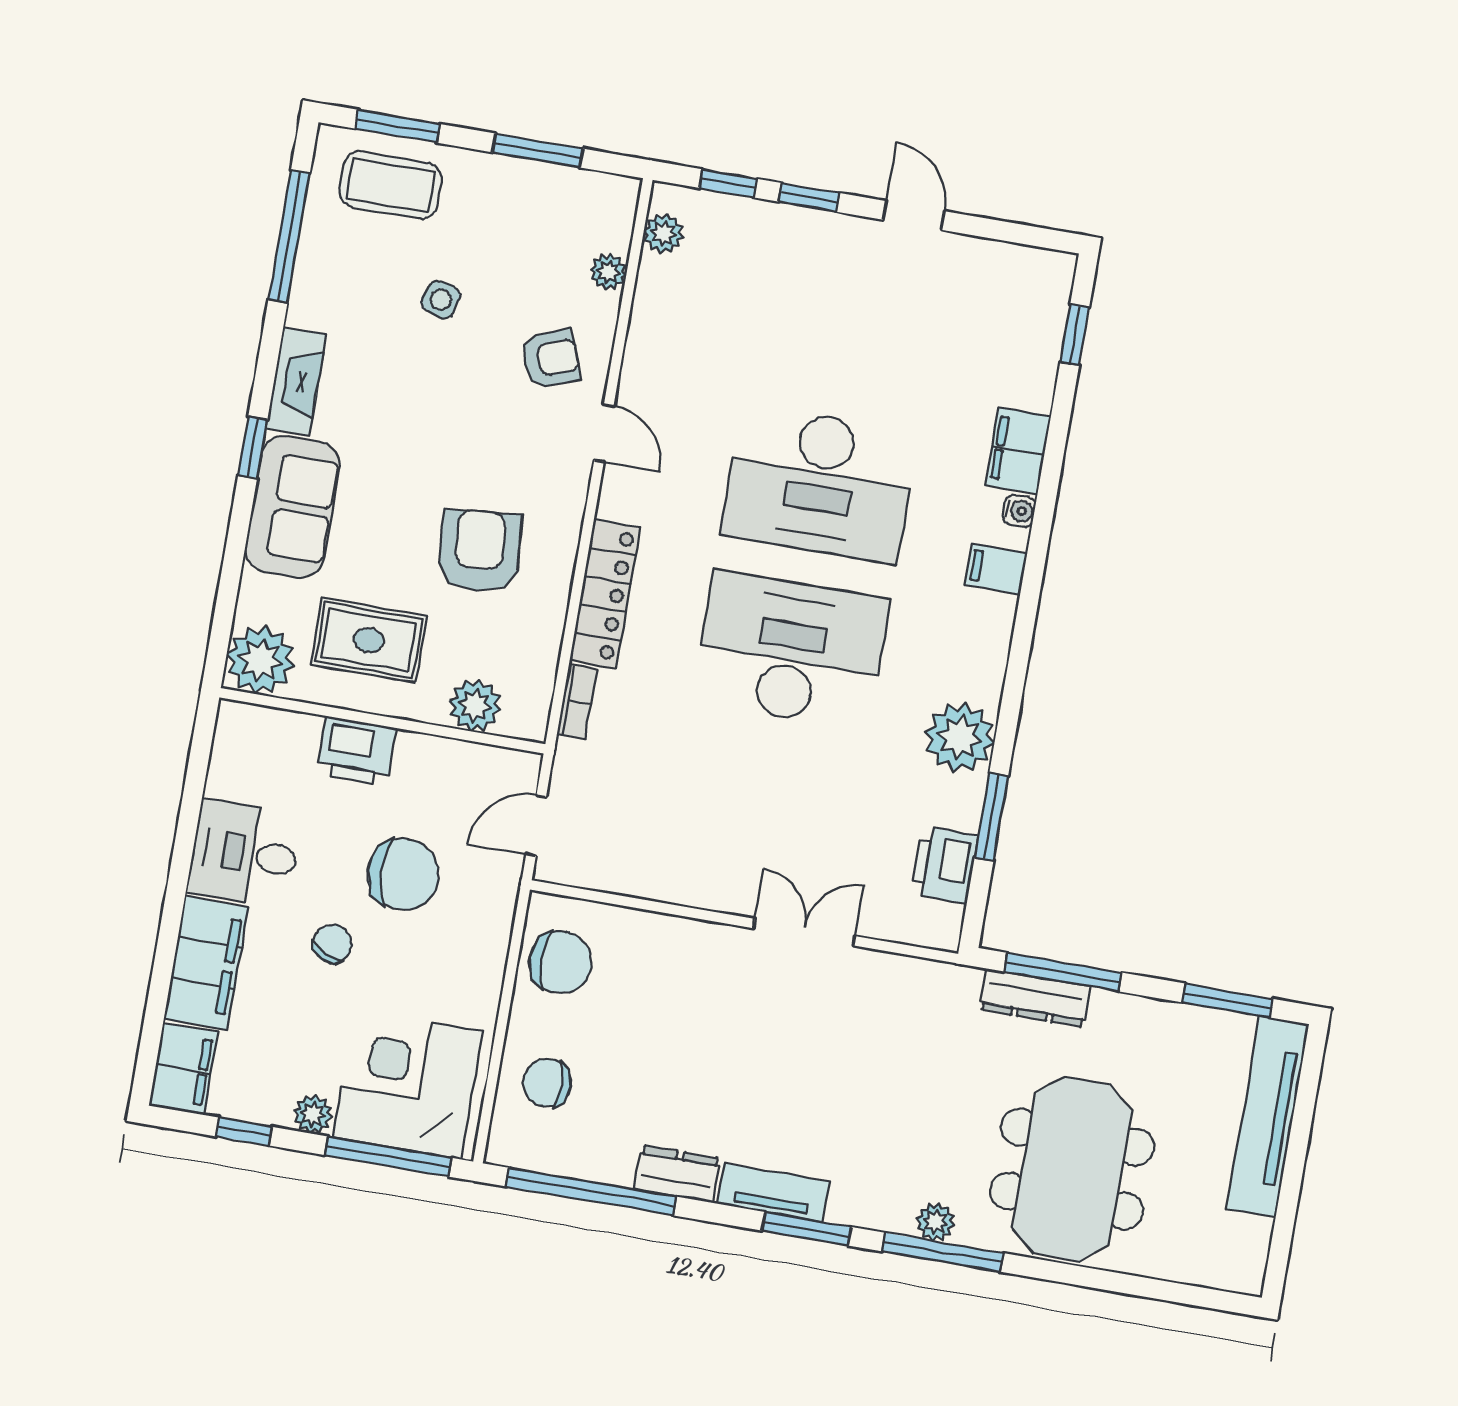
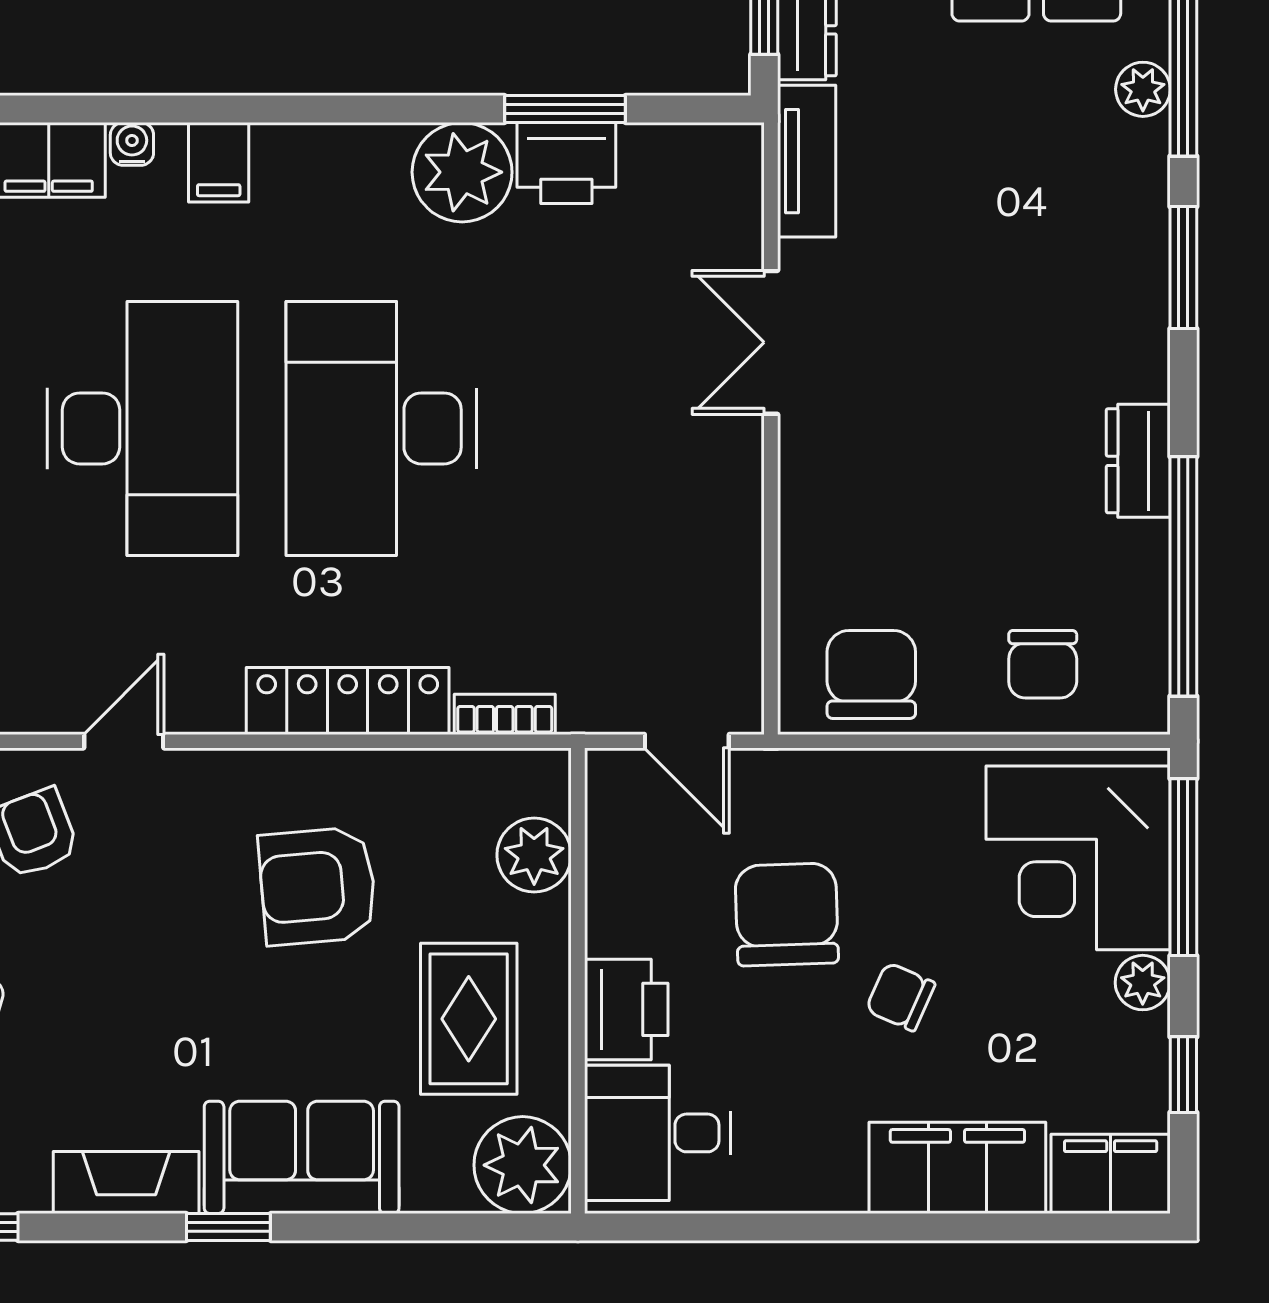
desk: (244, 854) -> (658, 1133), moved, turned 90
printer: (944, 865) -> (566, 163), moved
tv unit: (773, 1193) -> (807, 161), moved, turned 180

